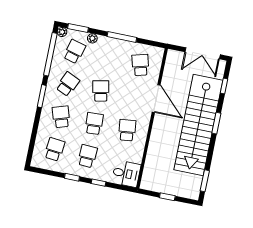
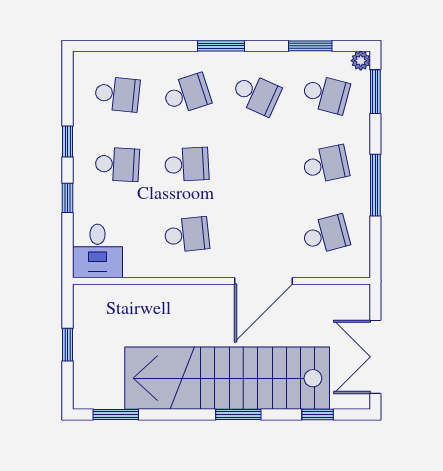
plant: (92, 38) -> (360, 125), removed
window: (50, 54) -> (310, 46), width x0.47
school desk: (101, 91) -> (326, 164), moved

